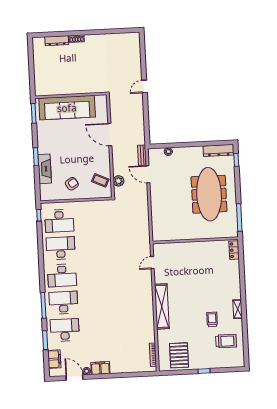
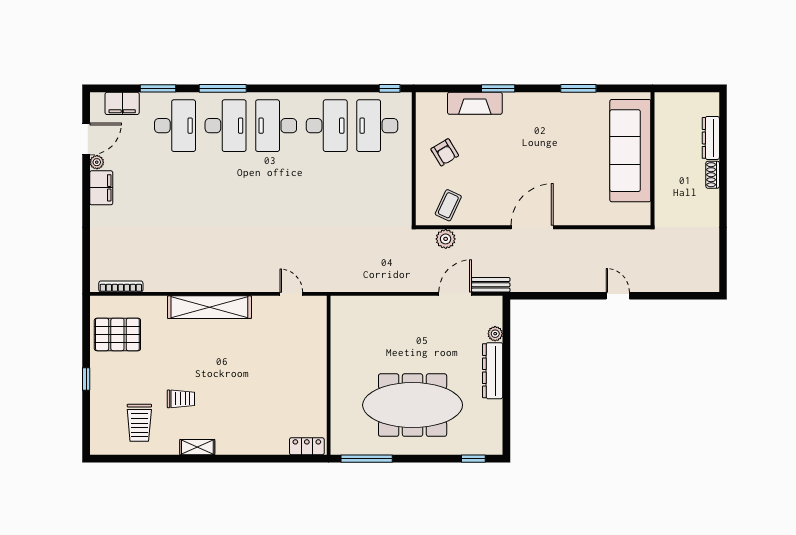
wall: (71, 95) -> (653, 159), moved
sofa: (67, 108) -> (630, 151), moved
dresser: (219, 150) -> (493, 371), moved

